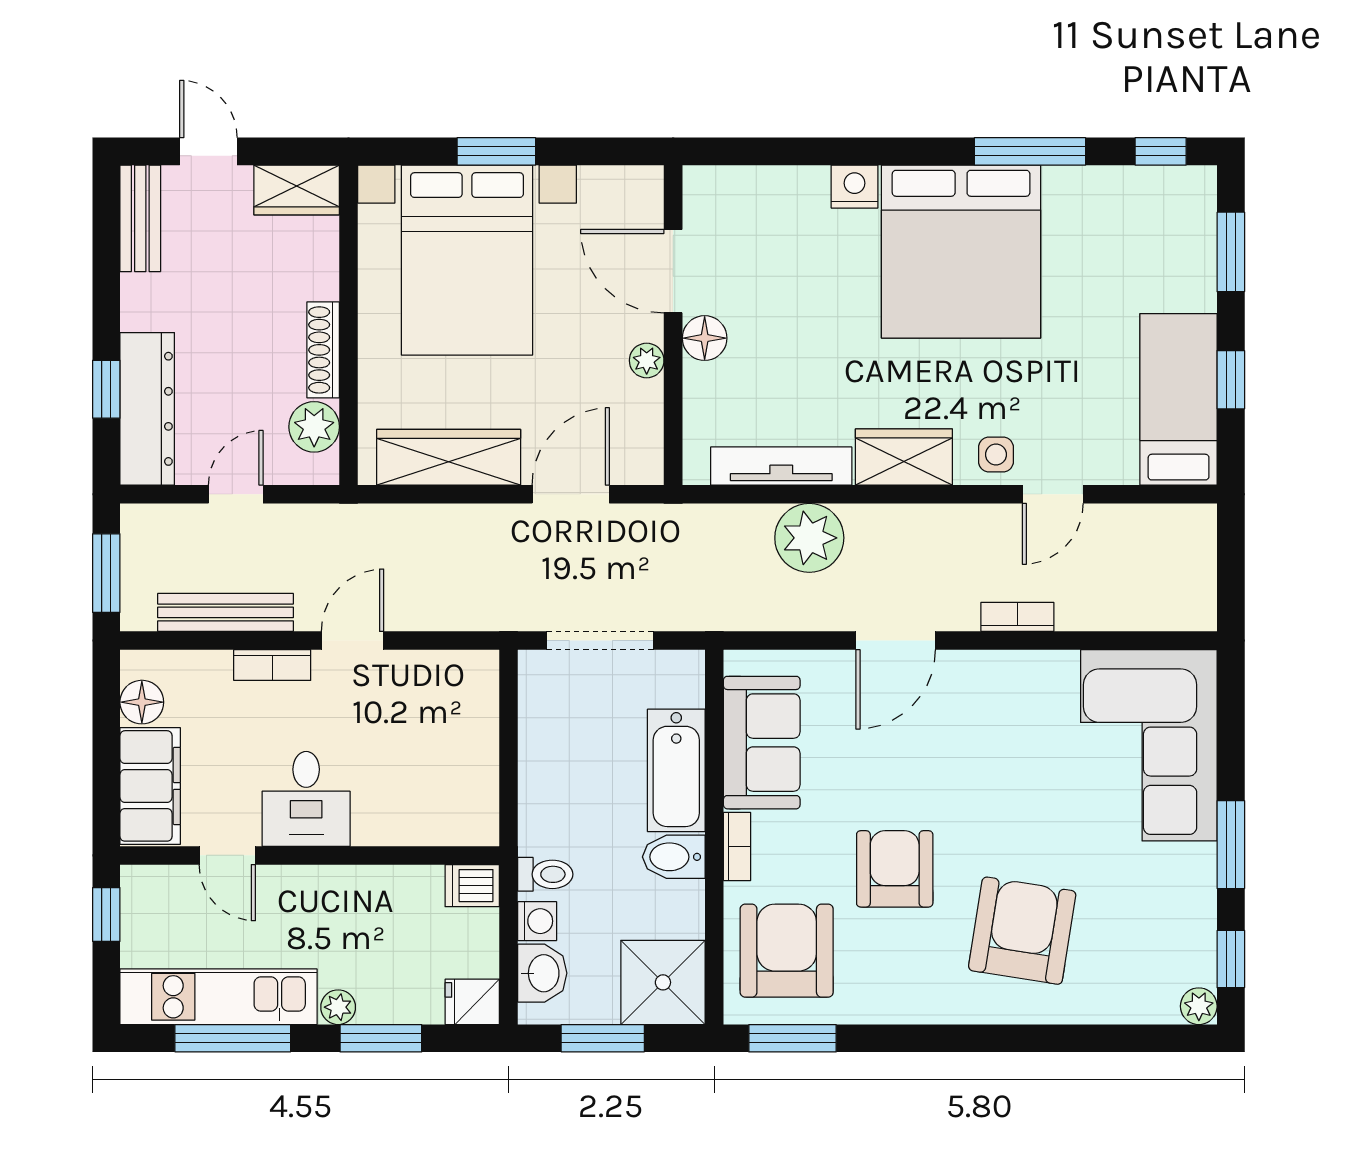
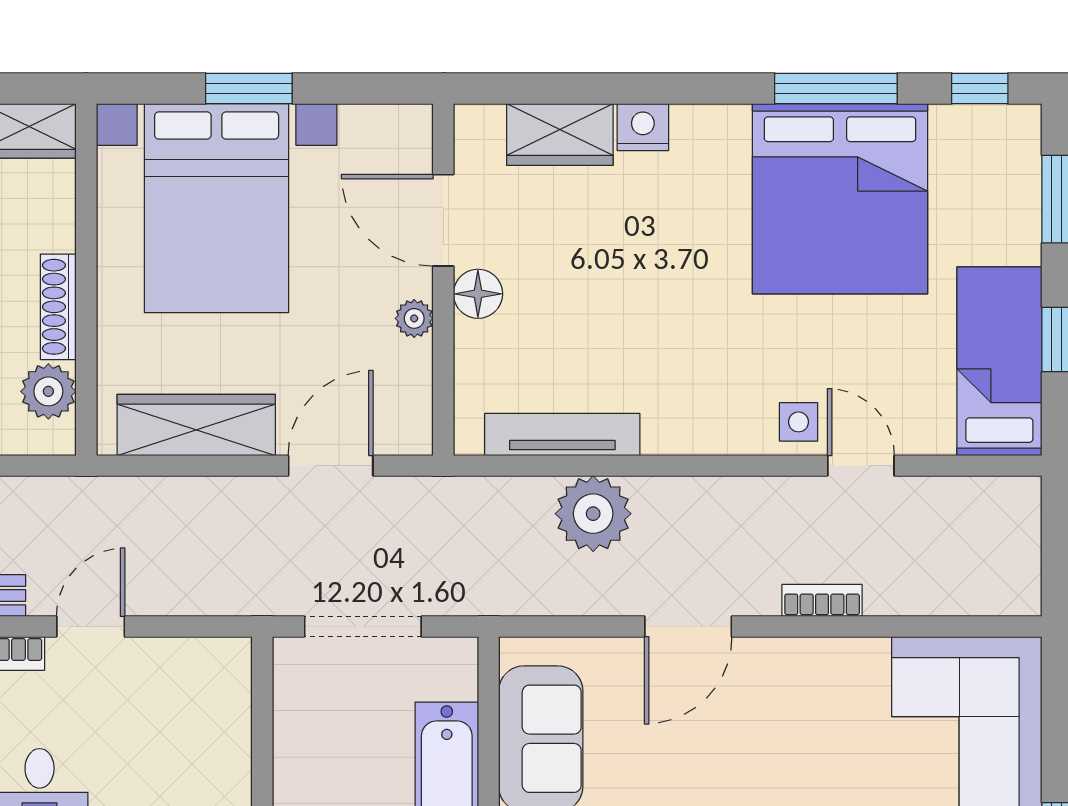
bed: (961, 252) -> (840, 199), moved
wardrobe: (904, 457) -> (560, 134), moved, turned 180
door: (1053, 494) -> (861, 466), swing flipped

